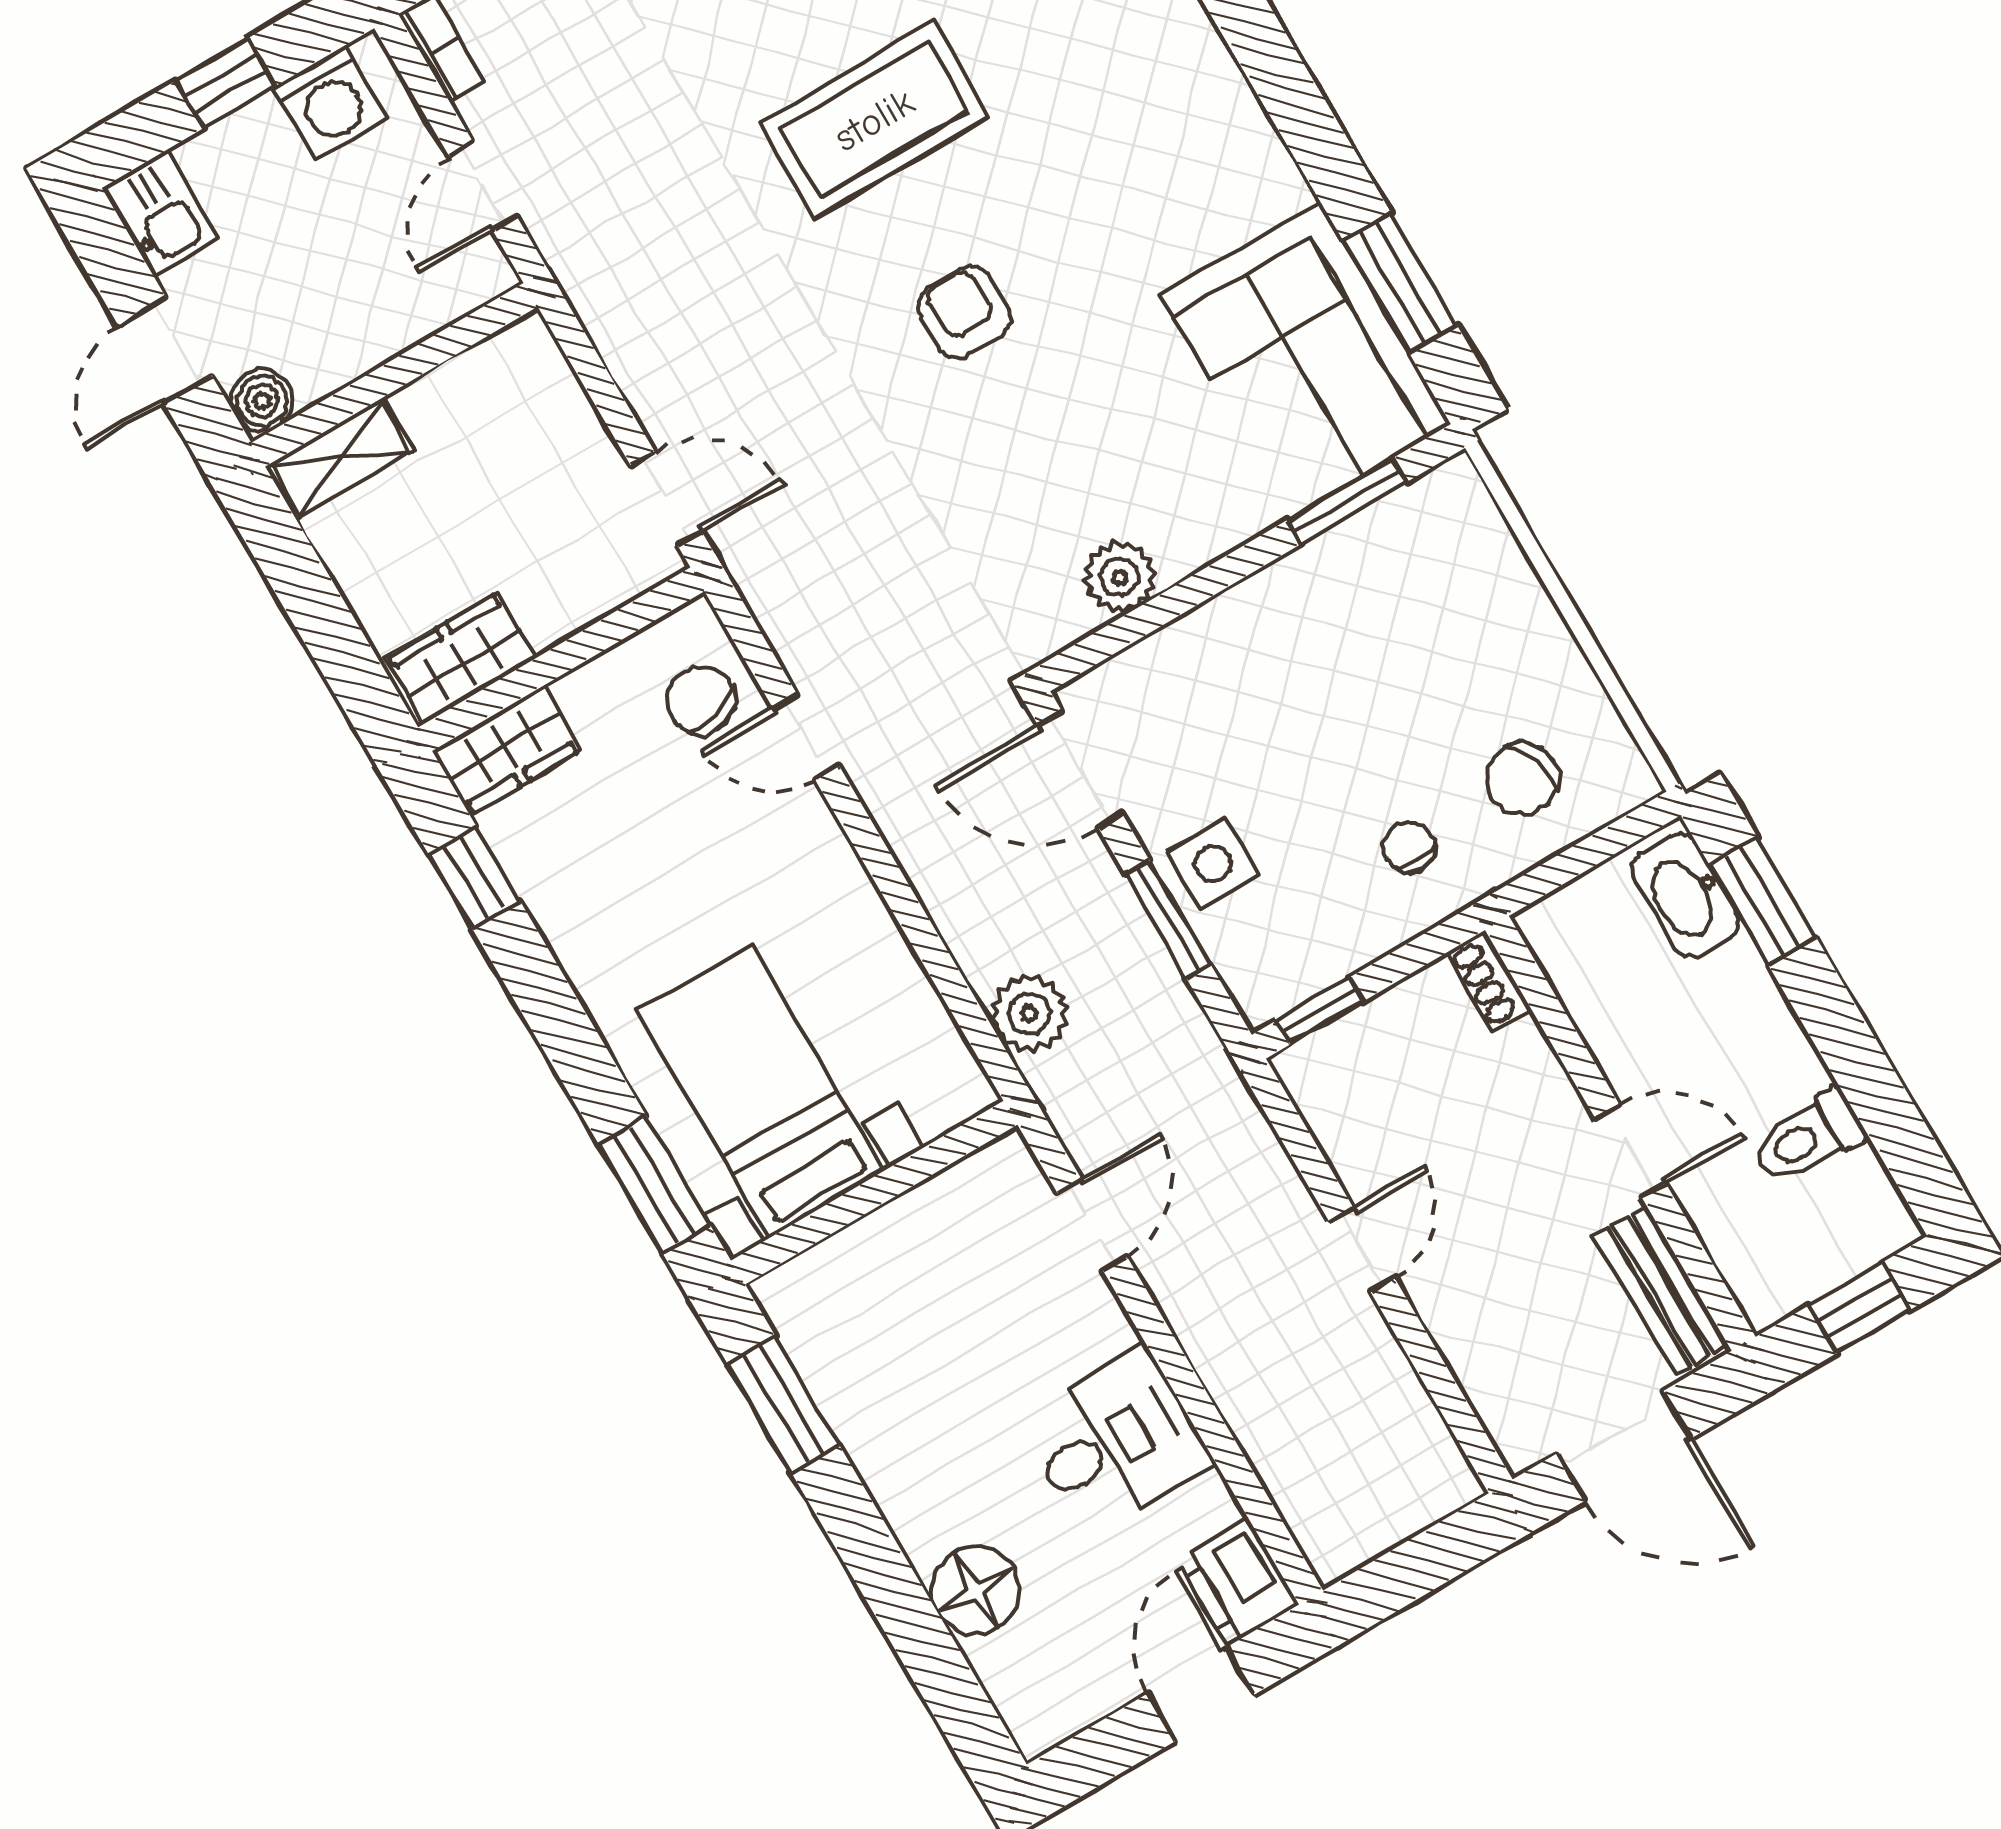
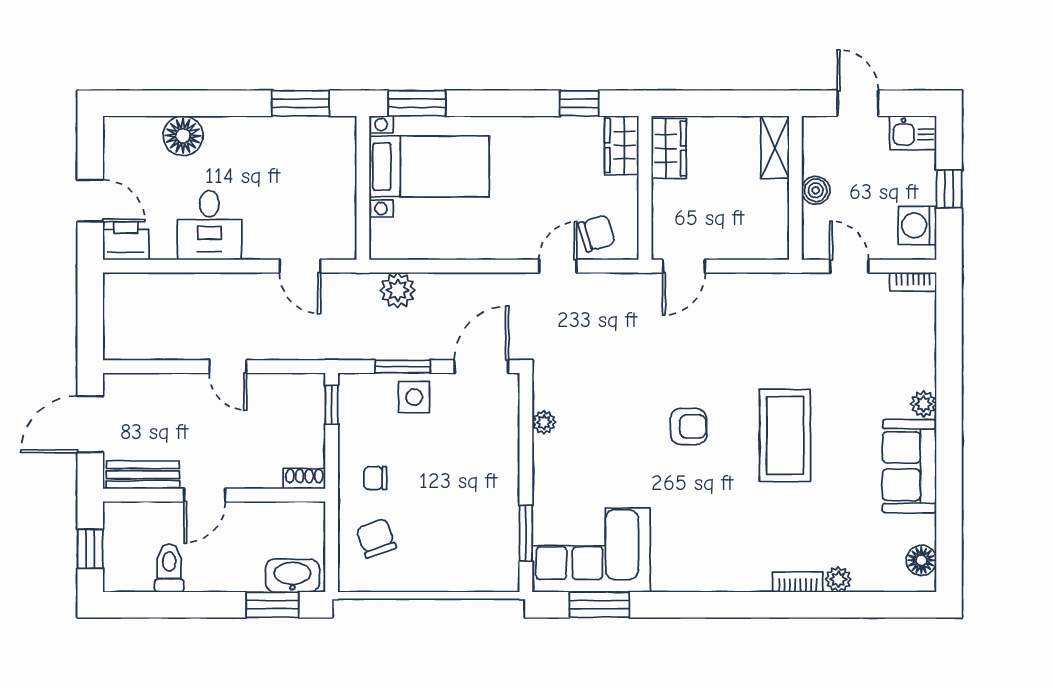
boiler: (262, 401) -> (816, 190), moved
plant: (1120, 577) -> (544, 422), width x0.73, depth x0.73
chair: (1409, 847) -> (375, 478), turned 180

